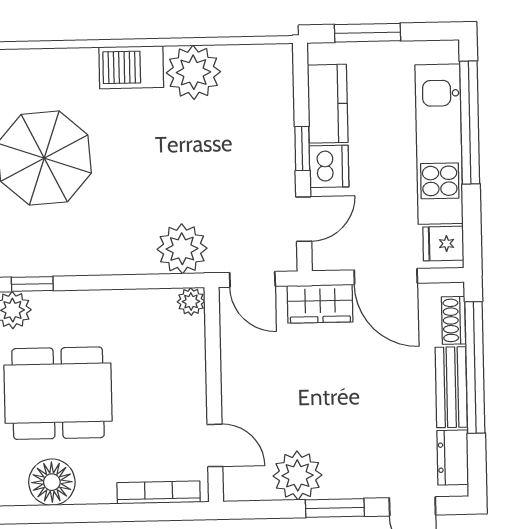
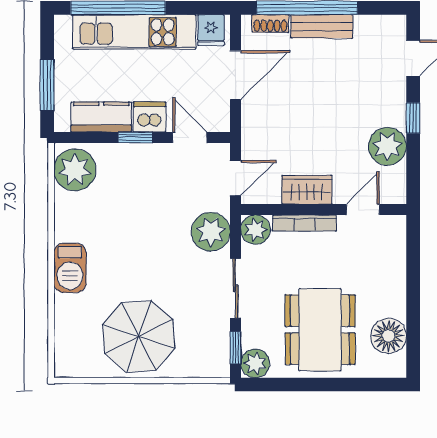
plant: (193, 72) -> (75, 170), moved
sliding door: (109, 282) -> (235, 288), added
plant: (191, 301) -> (256, 230), width x1.38, depth x1.38
wardrobe: (320, 304) -> (307, 190), moved, turned -90
dresser: (453, 457) -> (376, 26), removed
bookcase: (159, 492) -> (304, 223), moved, turned -90
window: (335, 508) -> (413, 118), width x0.67

